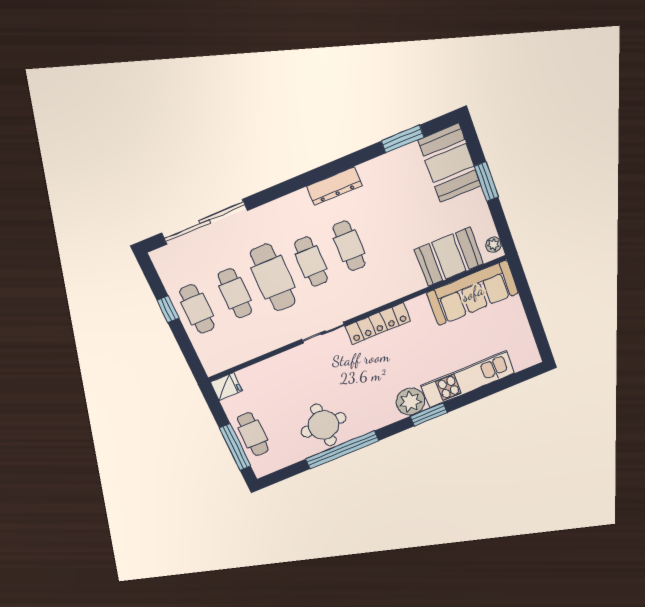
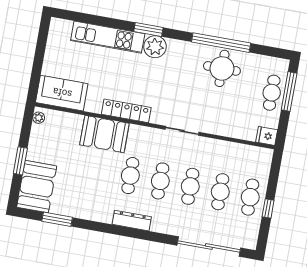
dresser: (335, 186) -> (132, 221), moved
booth: (449, 257) -> (104, 134), moved
cafe table: (273, 277) -> (190, 186), width x0.73, depth x0.74
sofa: (473, 293) -> (62, 93), width x0.73
locker: (378, 324) -> (126, 111), moved

